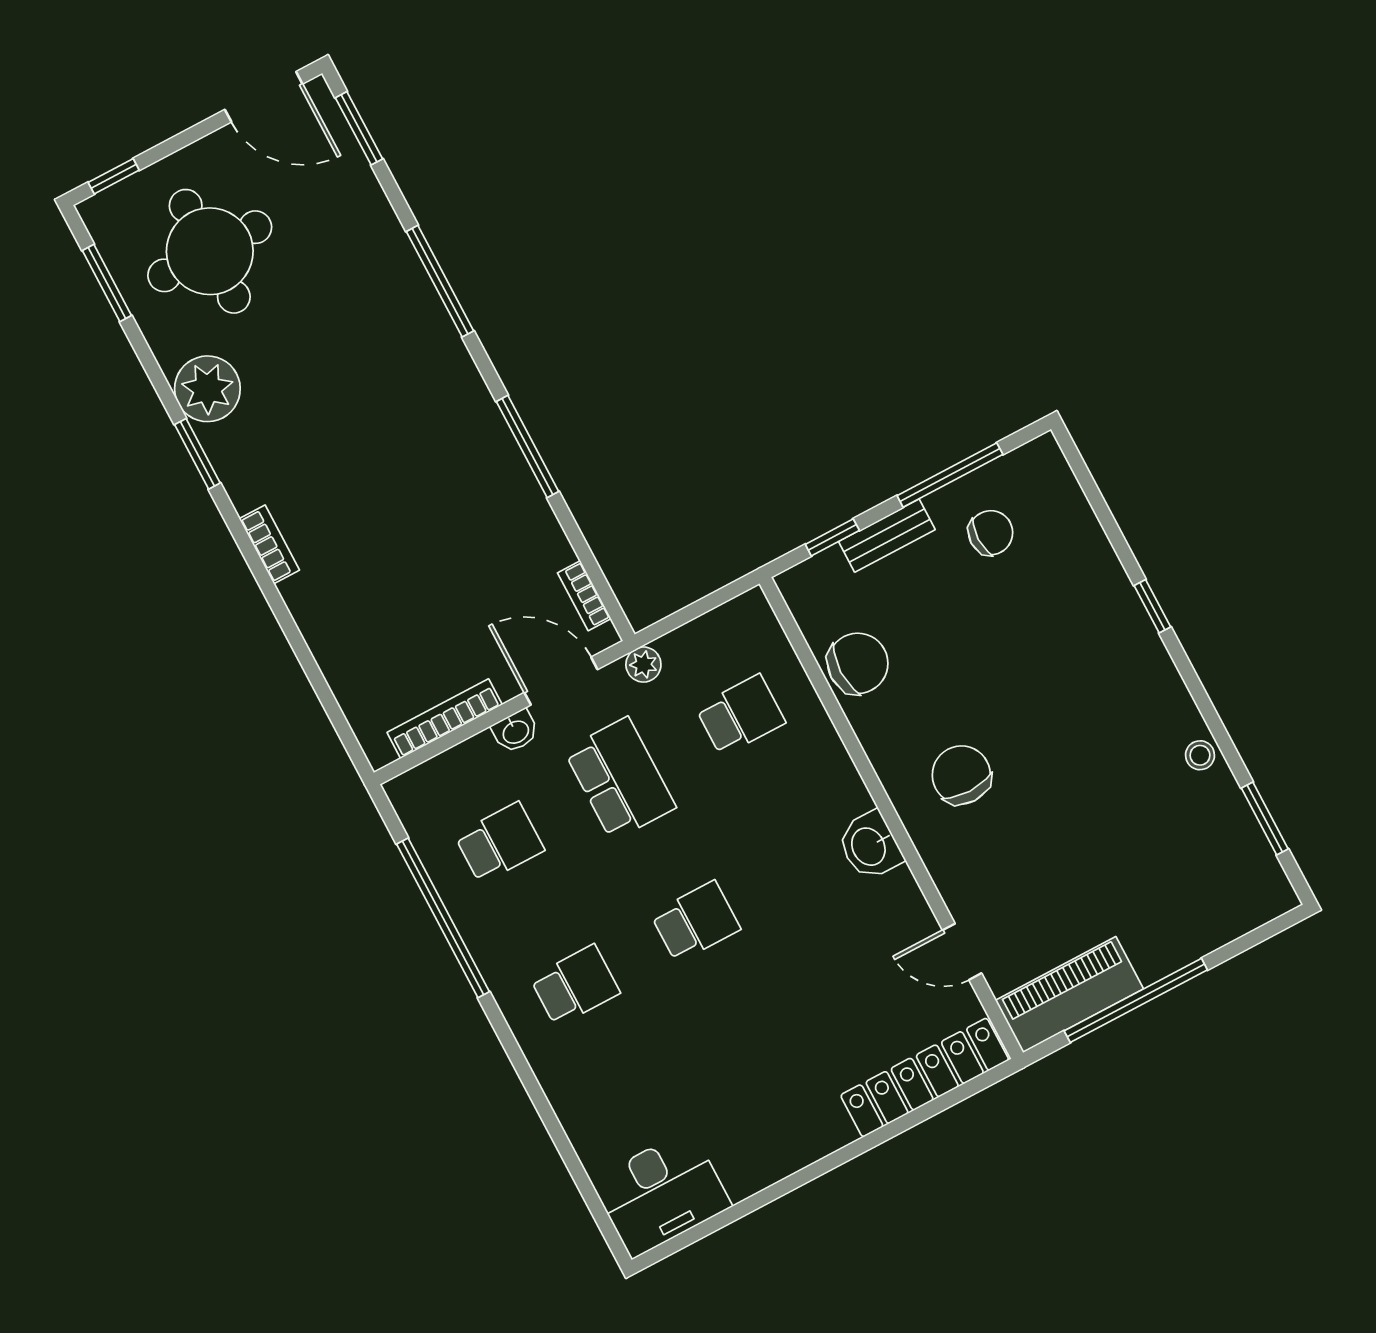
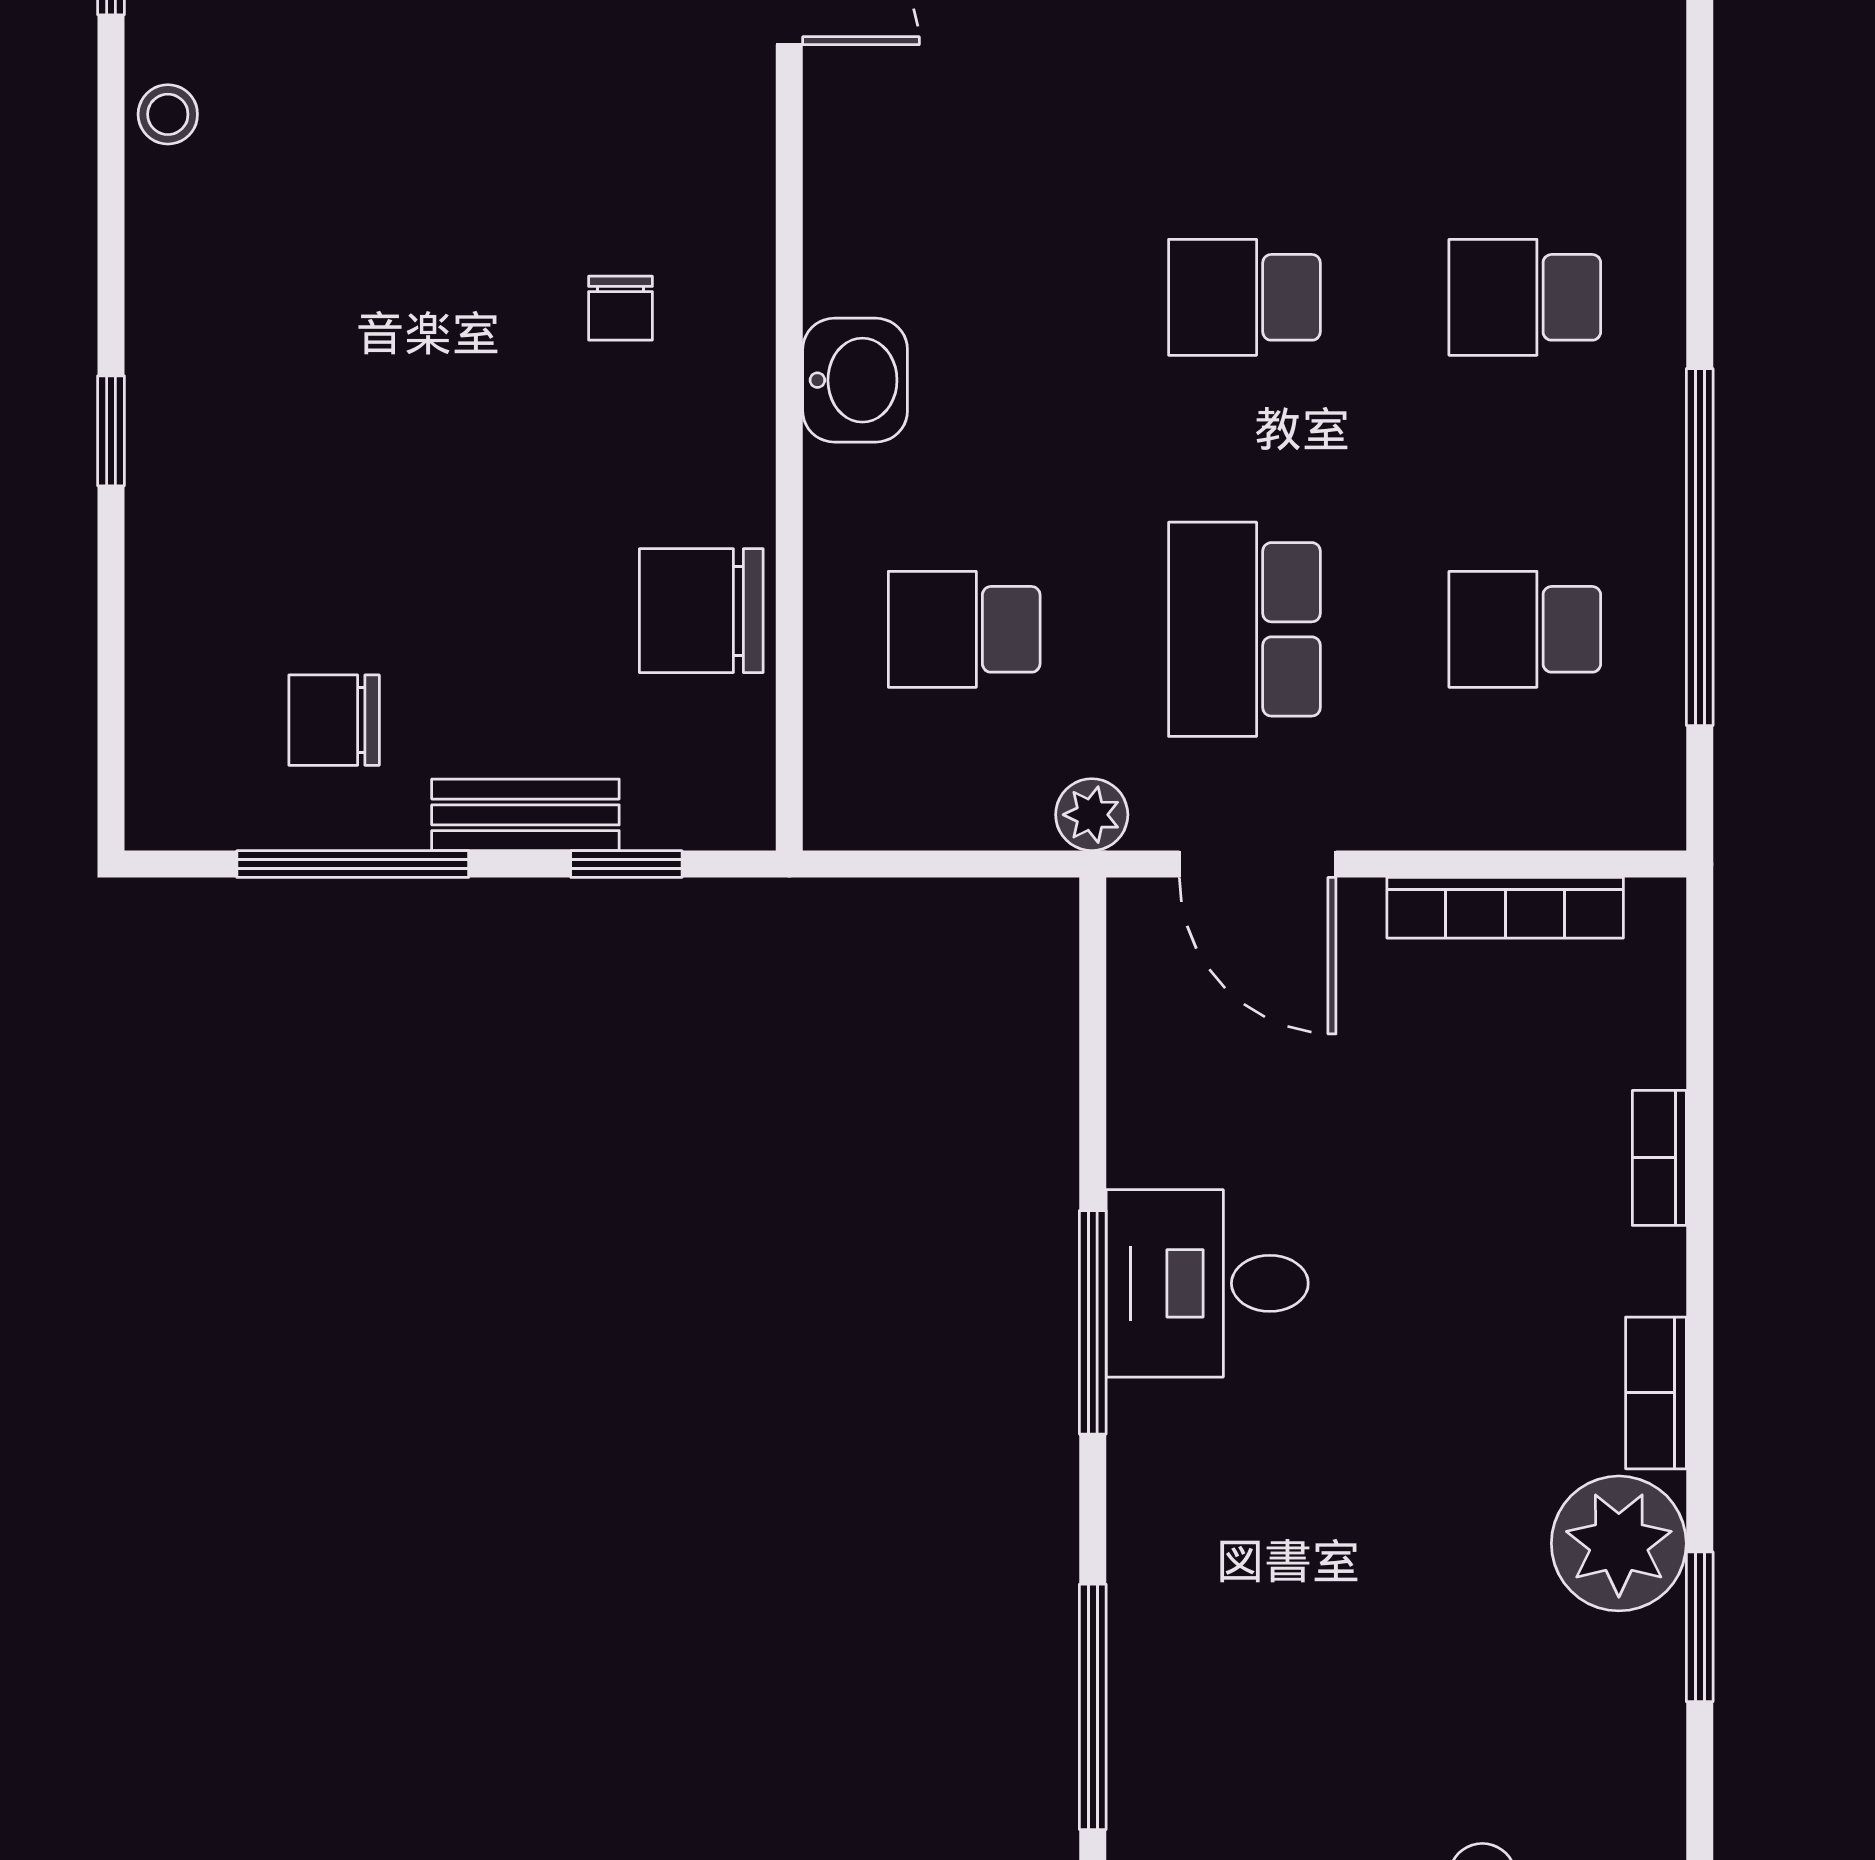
plant: (207, 389) -> (1619, 1543), moved
desk: (487, 489) -> (1207, 1283), added
bookcase: (584, 596) -> (1659, 1158), moved, turned 180
washbasin: (515, 731) -> (1389, 817), removed
chair: (961, 775) -> (621, 308), width x0.54, depth x0.54
washbasin: (870, 846) -> (855, 380), moved

